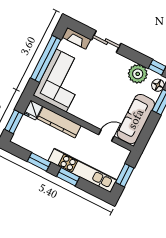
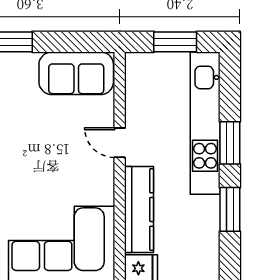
sofa: (136, 119) -> (76, 73), width x0.73
door: (106, 135) -> (120, 143), moved

